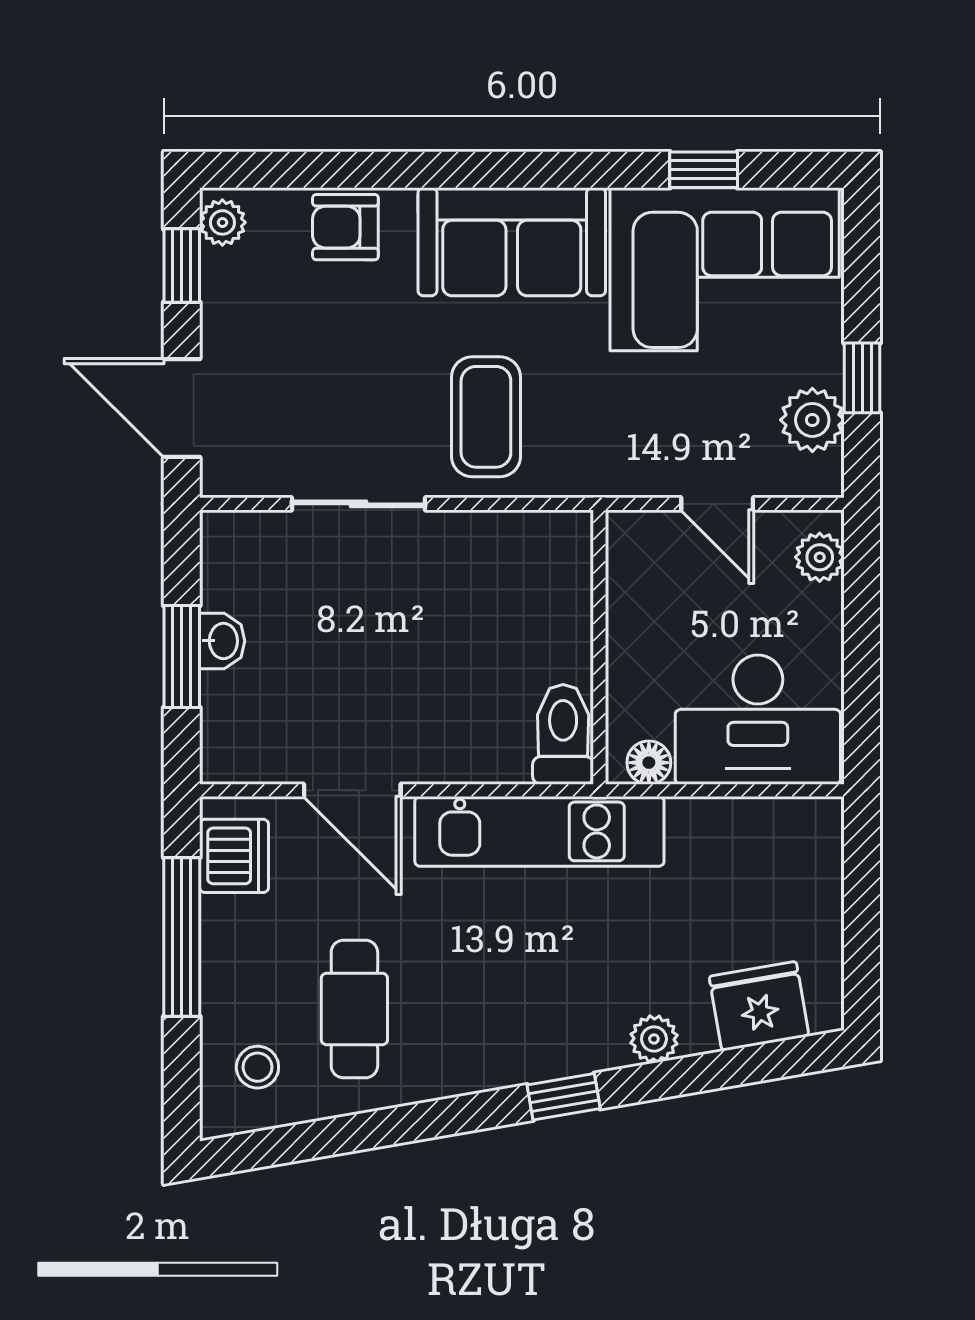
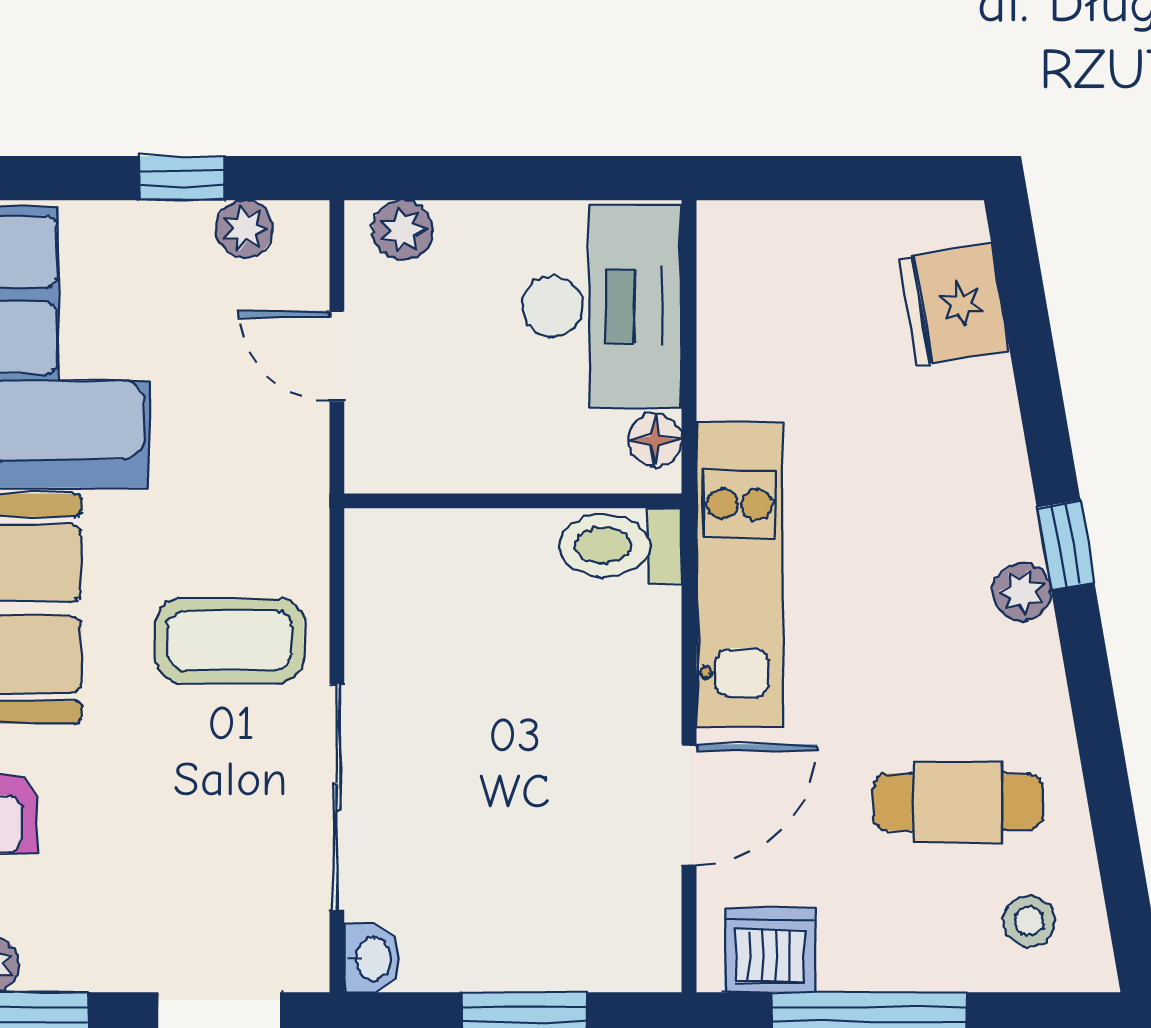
plant: (812, 420) -> (244, 229), width x0.73, depth x0.73
sliding door: (359, 504) -> (337, 797), width x1.37
door: (717, 504) -> (337, 356), swing flipped
washbasin: (222, 641) -> (372, 958), moved, turned 90
plant: (654, 1039) -> (1022, 592), moved

